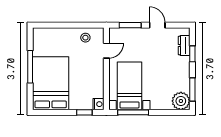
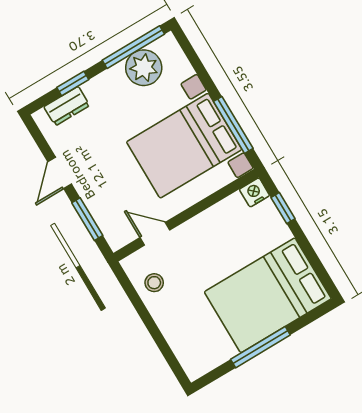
bed with nightstands: (129, 86) -> (184, 146), width x1.36
window: (192, 89) -> (133, 47), width x1.44
plant: (181, 101) -> (144, 68), moved

